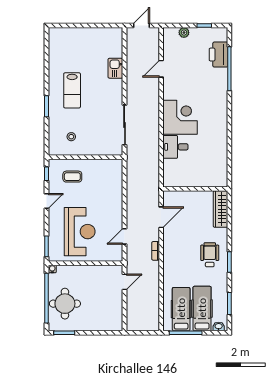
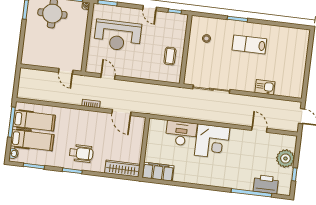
plant: (184, 33) -> (285, 158), width x1.88, depth x1.88
desk: (175, 147) -> (181, 133), width x1.37
filing cabinet: (219, 171) -> (158, 172), added
coffee table: (72, 177) -> (170, 56), moved

